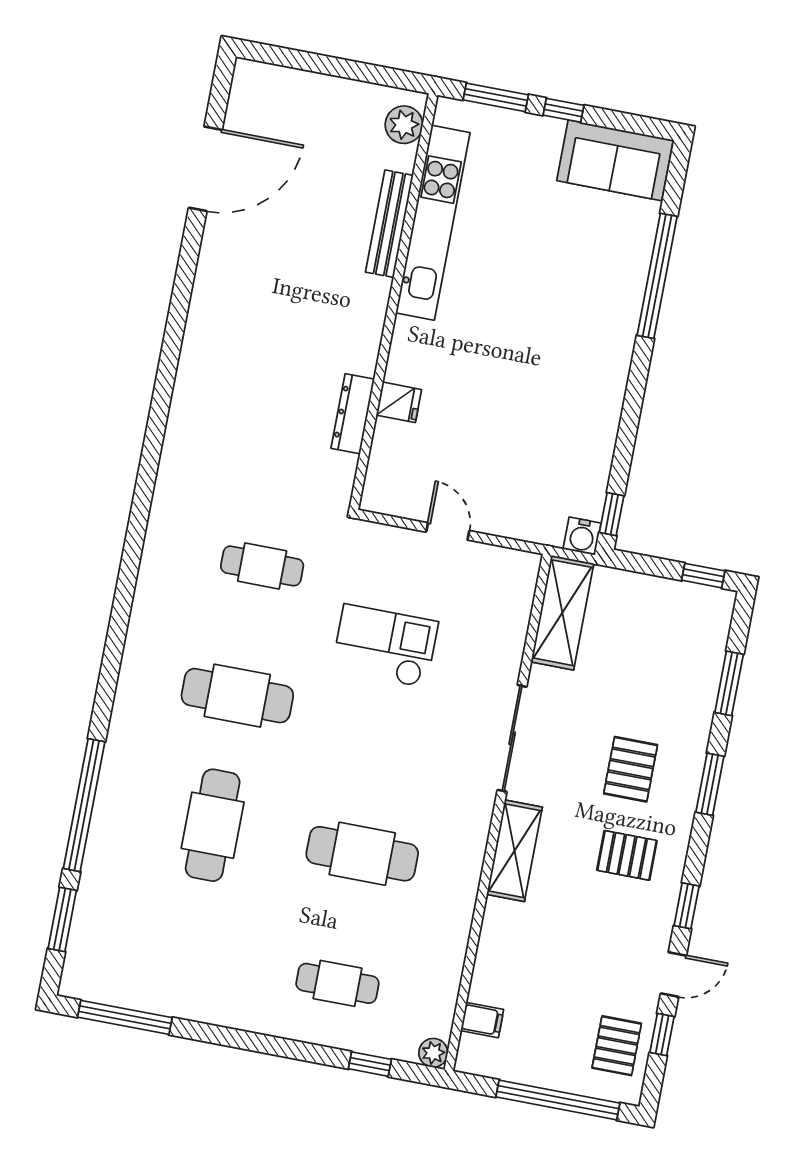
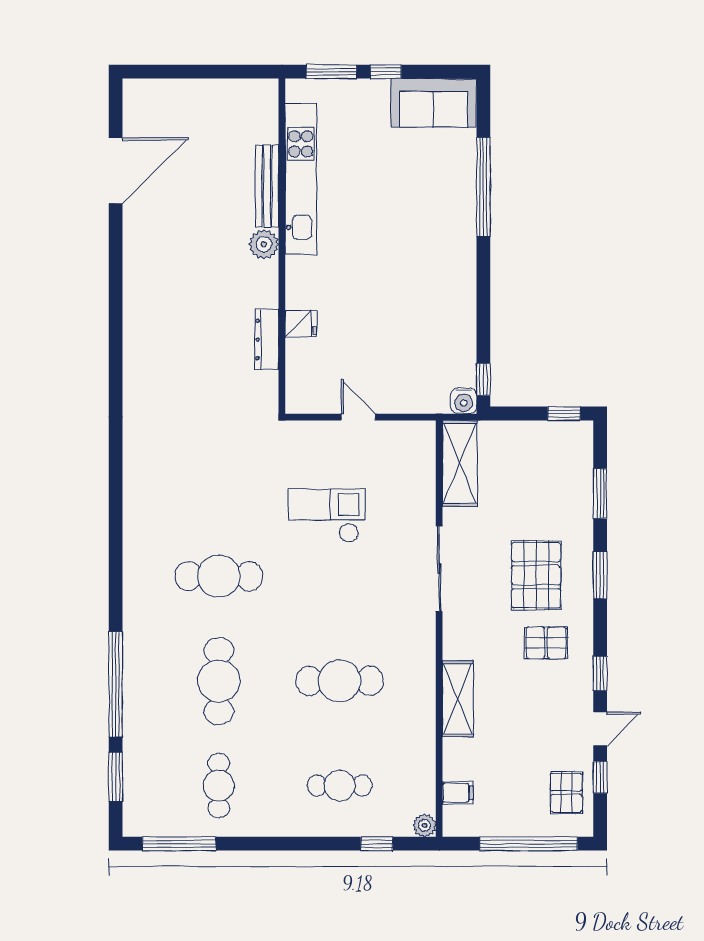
plant: (404, 125) -> (264, 244), moved
cafe table: (262, 566) -> (219, 786), moved, turned 90
pallet: (631, 769) -> (536, 575), width x1.50, depth x1.42
shelving: (514, 851) -> (458, 699), moved

